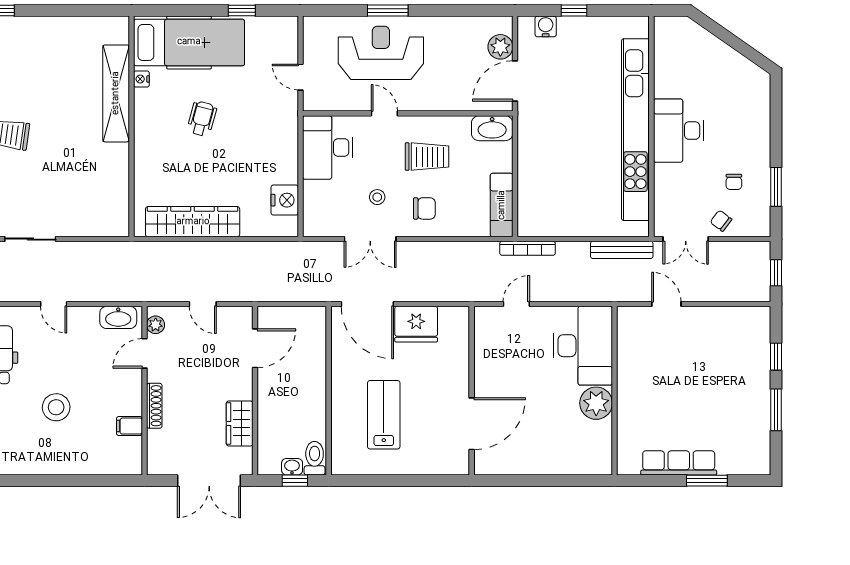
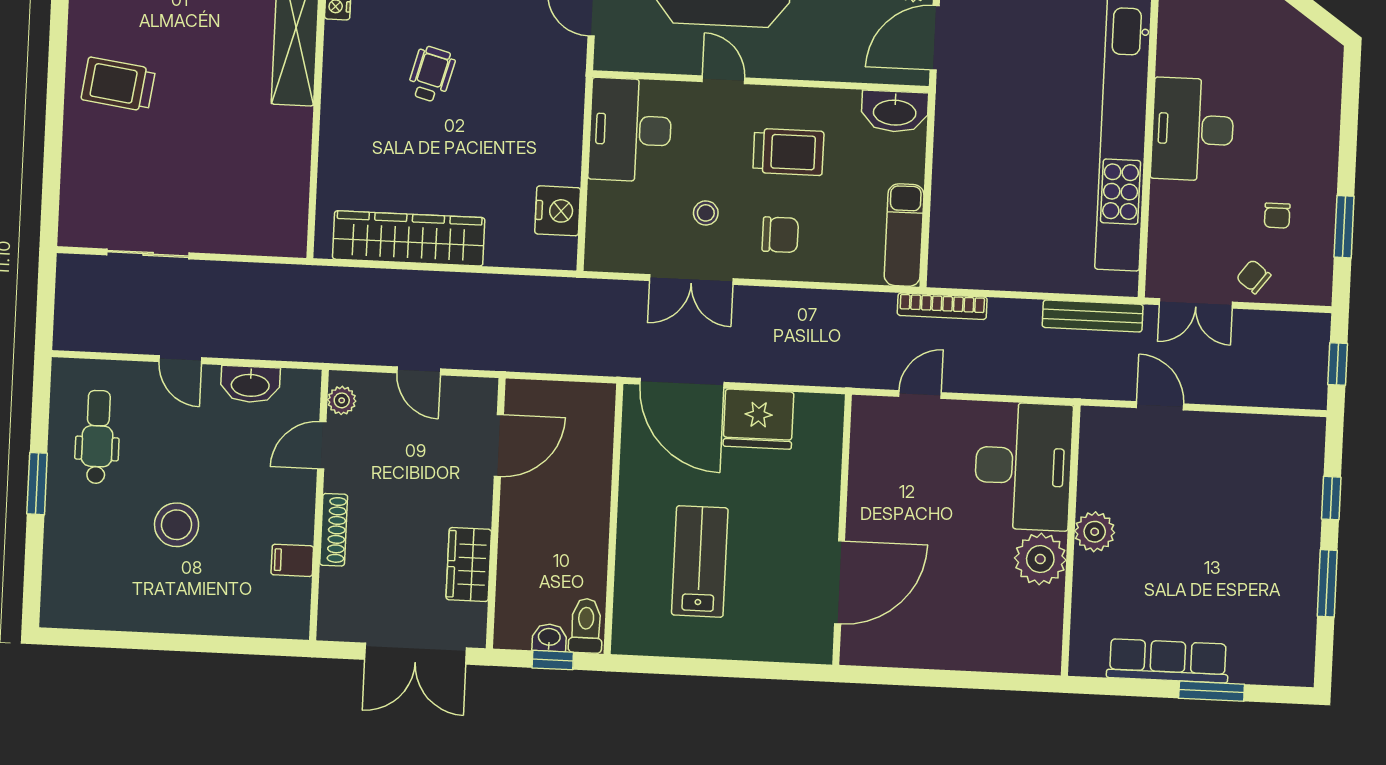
washbasin: (118, 317) -> (250, 384), moved
plant: (629, 385) -> (1095, 532), added

